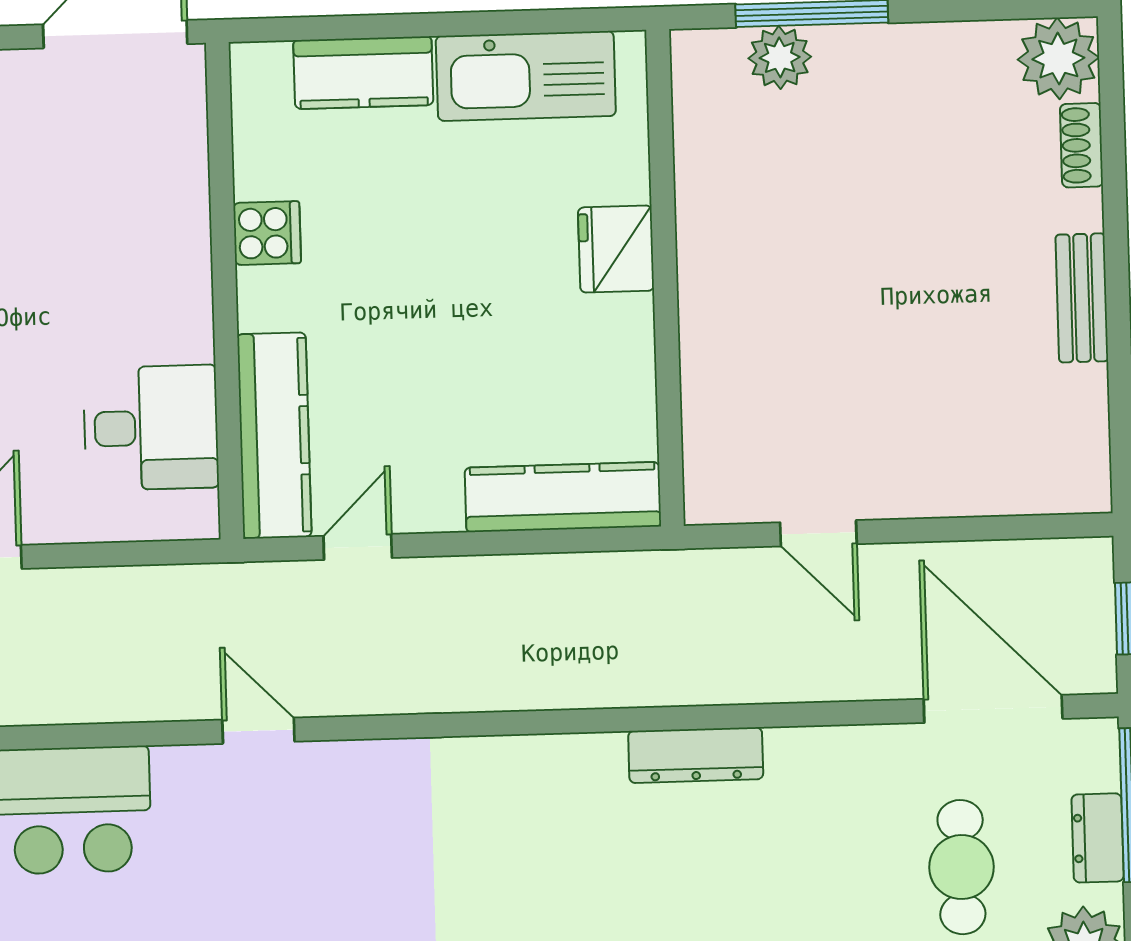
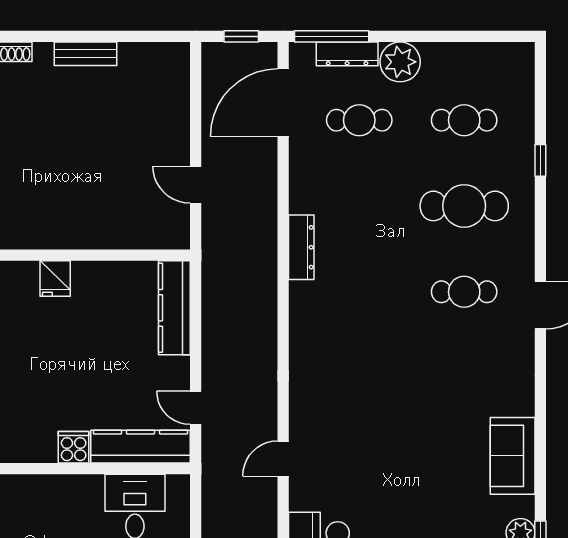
cooker: (267, 233) -> (74, 447), moved
fridge: (616, 249) -> (55, 279), width x0.72
door: (818, 533) -> (196, 185), swing flipped
dresser: (1098, 838) -> (347, 54), width x1.44

